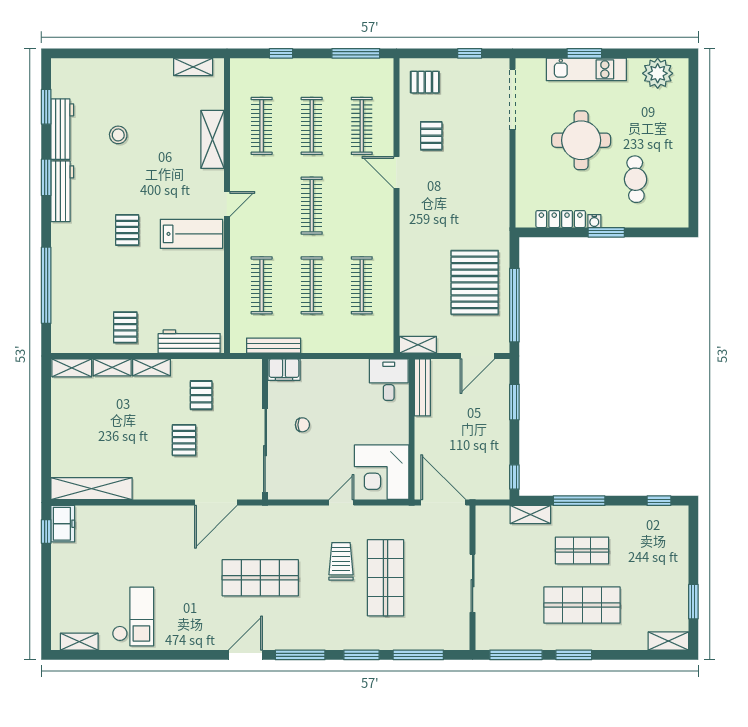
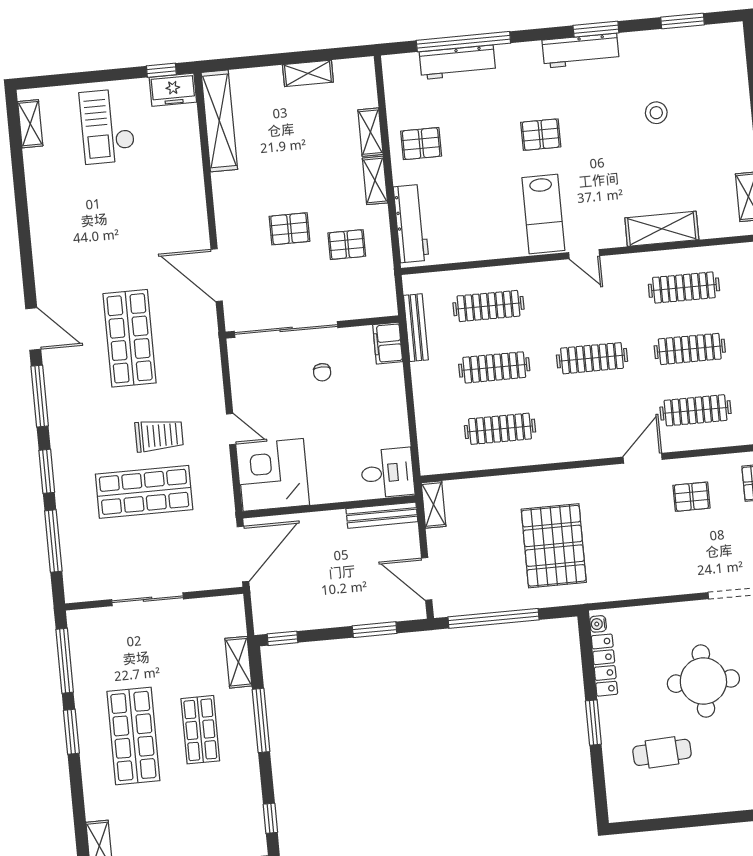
workbench: (62, 129) -> (457, 62), moved
water cooler: (594, 221) -> (598, 624), moved
pallet: (475, 282) -> (554, 546), moved, turned 90
shelving: (72, 368) -> (308, 73), moved, turned 90
checkout: (133, 616) -> (107, 126), moved, turned 90

